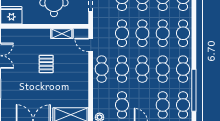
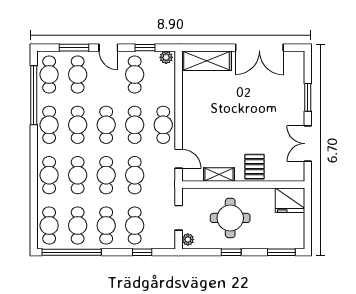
pallet: (46, 64) -> (254, 167), moved

